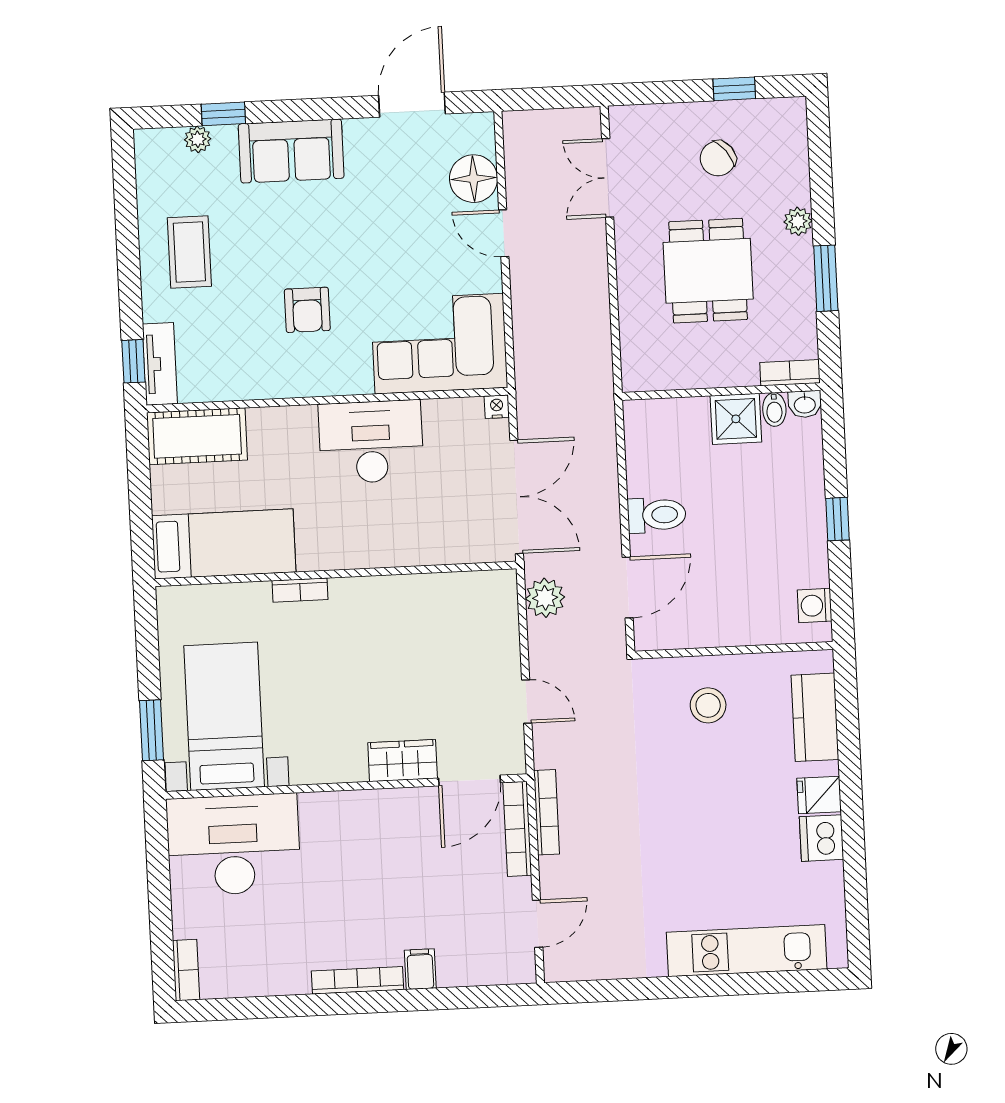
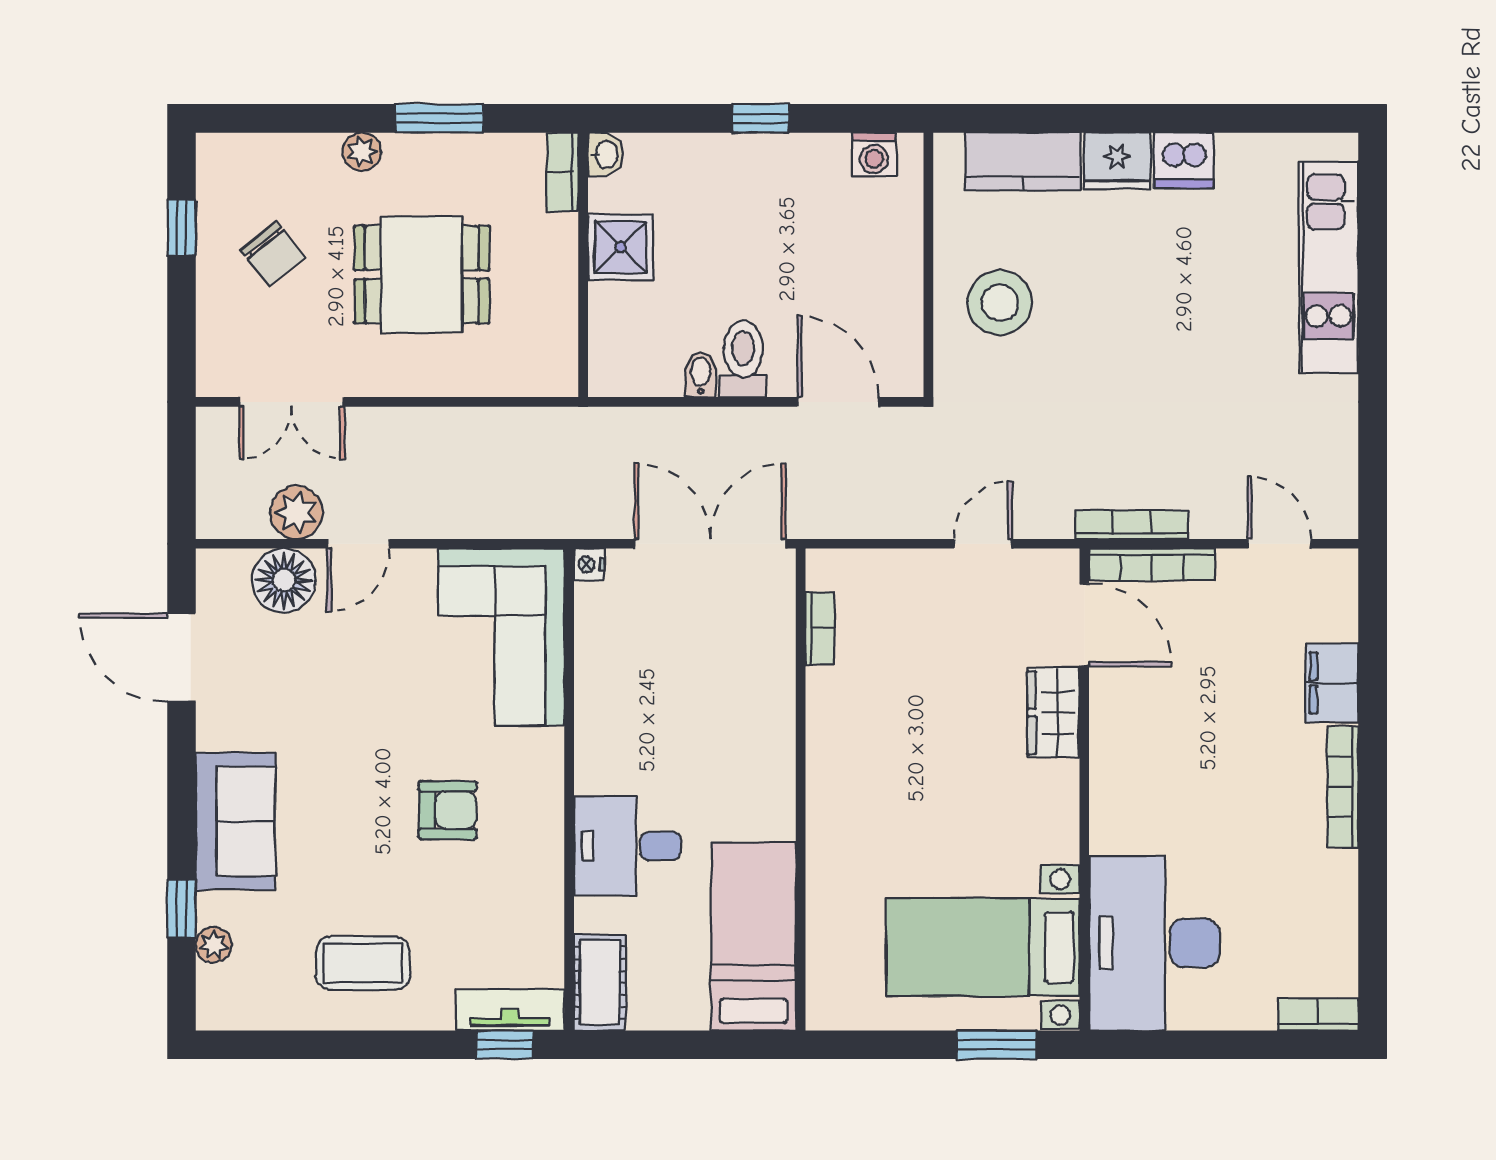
bidet: (774, 409) -> (701, 375), moved, turned -90
cot: (197, 436) -> (600, 983), width x0.73, depth x0.75
desk: (371, 442) -> (627, 846), moved, width x0.73
bookcase: (300, 590) -> (820, 628), moved
plant: (545, 598) -> (296, 513), moved
stool: (708, 705) -> (1000, 303), width x1.38, depth x1.38
fridge: (819, 795) -> (1117, 161), width x1.38
filing cabinet: (420, 969) -> (1332, 683), width x2.00

